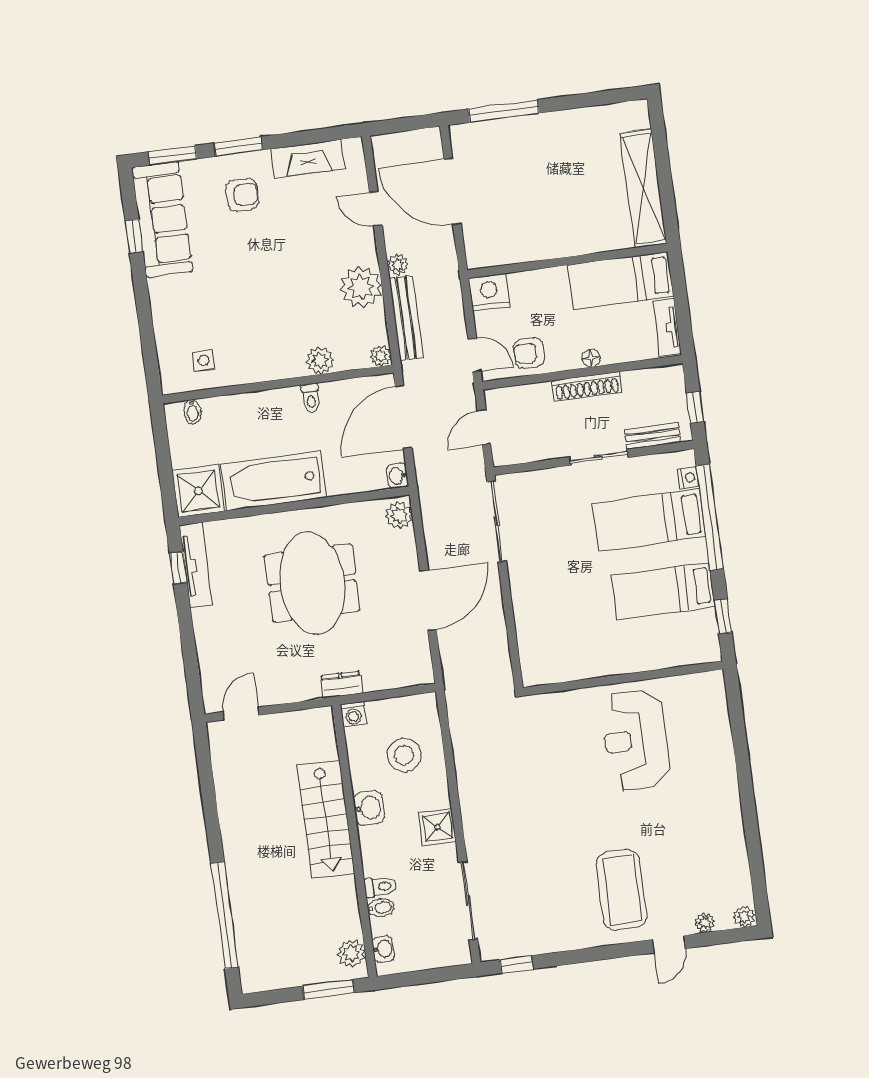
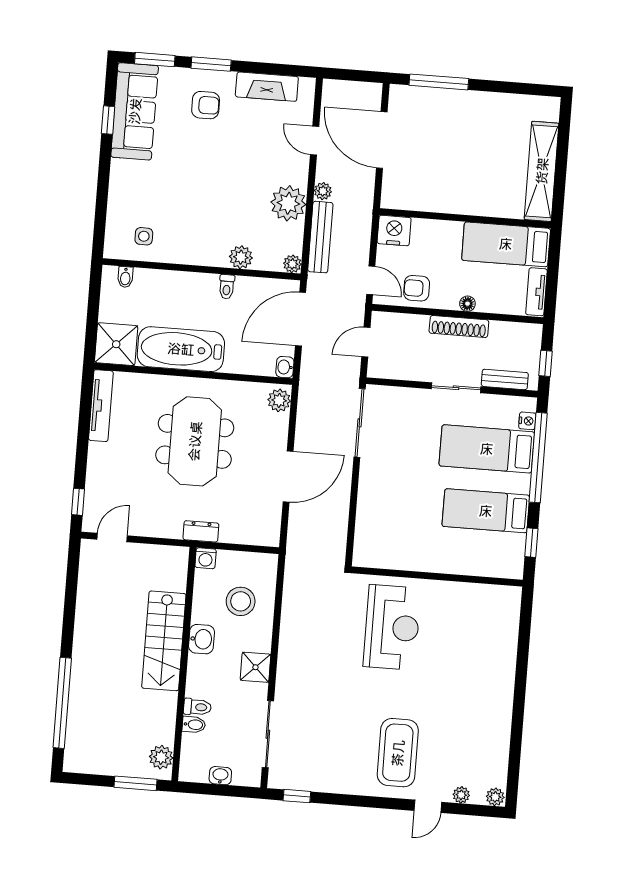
window: (178, 568) -> (78, 502), moved
reception desk: (636, 740) -> (392, 627), moved, turned 180
washbasin: (383, 949) -> (220, 776), moved, turned -90

